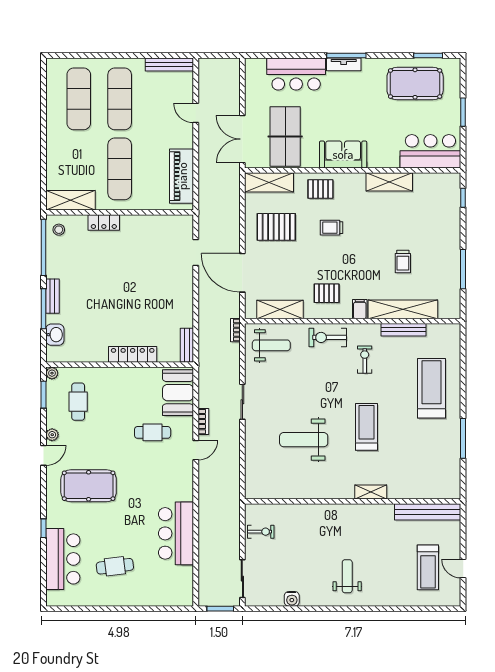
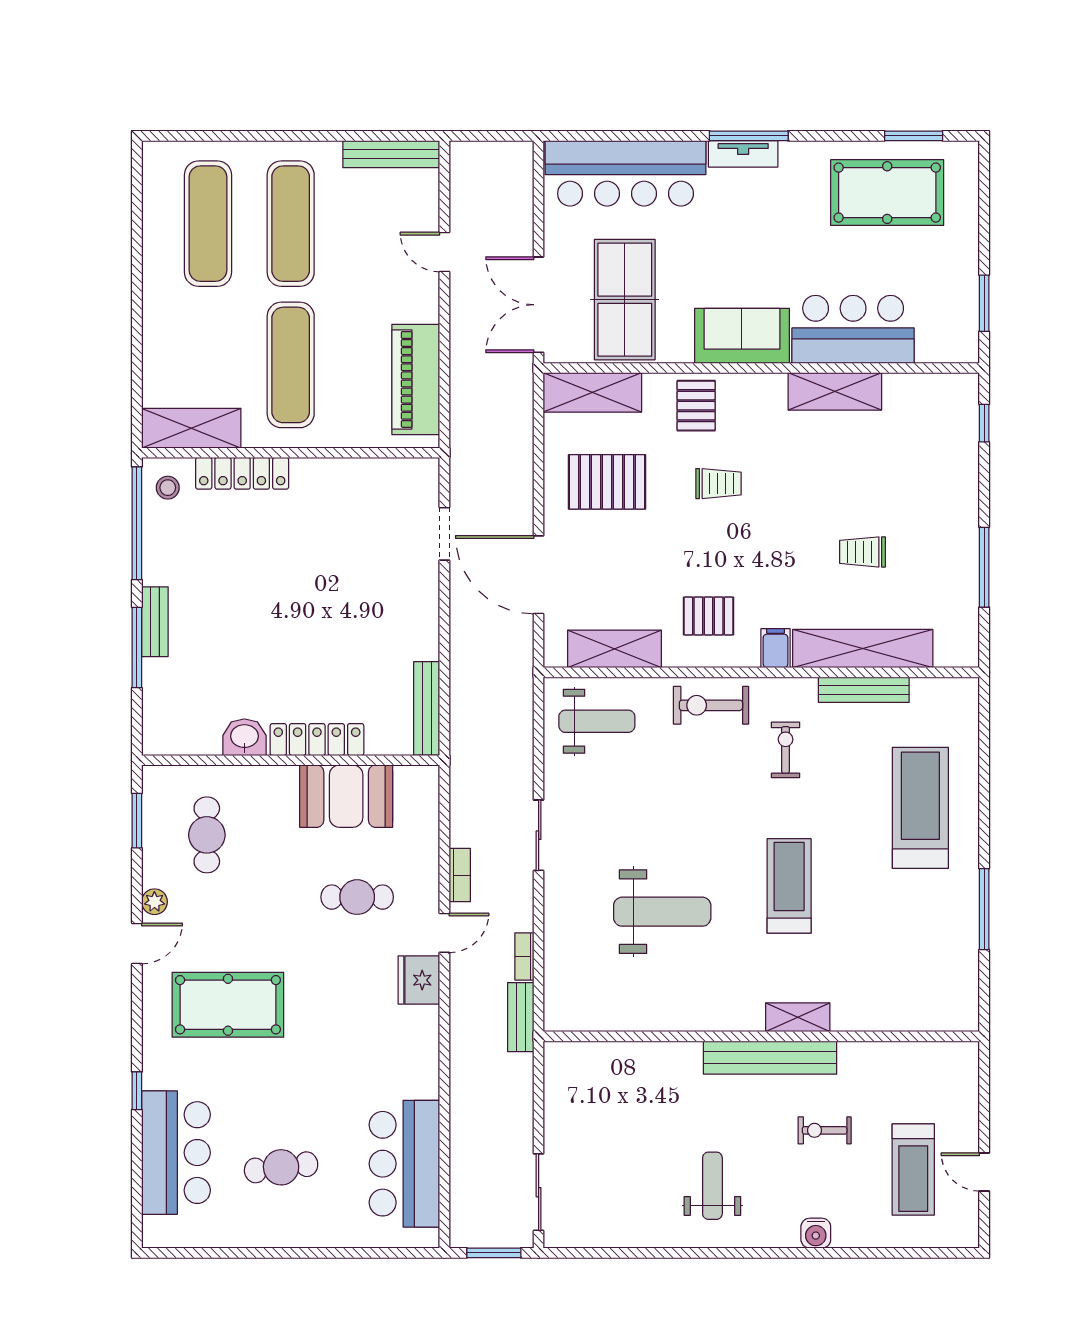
bar counter: (296, 74) -> (626, 173), width x1.36
window: (463, 112) -> (984, 303), moved
bar counter: (430, 151) -> (853, 329), moved
pallet: (320, 189) -> (696, 406), turned 90
locker: (104, 223) -> (242, 473), width x1.53
trolley: (332, 228) -> (719, 484), turned 180
trolley: (403, 262) -> (863, 552), turned 90
bookcase: (235, 330) -> (524, 956), moved
washbasin: (55, 335) -> (244, 737), moved, turned -90
bench: (187, 345) -> (427, 708), width x1.36
plant: (52, 373) -> (154, 777), removed
booth: (178, 393) -> (346, 796), moved, turned 90
weight bench: (304, 440) -> (662, 912), turned 180
fridge: (183, 474) -> (419, 980), added
bench: (234, 492) -> (521, 1017), added
bench: (428, 512) -> (770, 1058), moved
exercise bike: (261, 532) -> (825, 1130), moved, turned 180
bar counter: (176, 533) -> (404, 1164), moved
weight bench: (347, 576) -> (712, 1186), moved
water cooler: (292, 599) -> (816, 1233), moved

